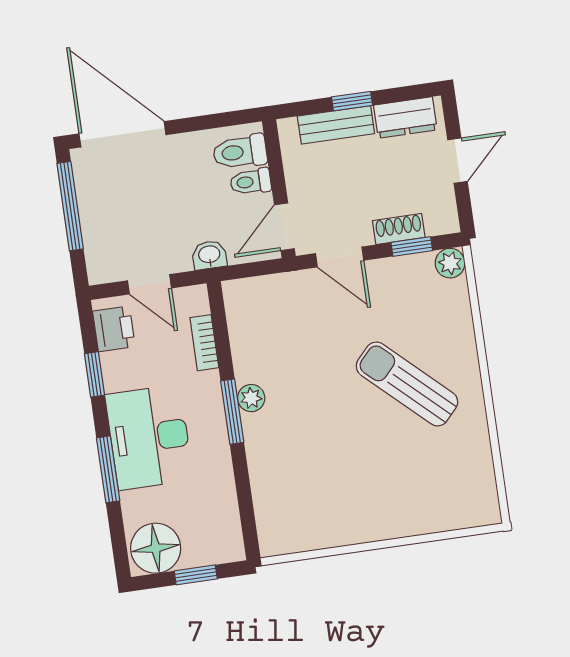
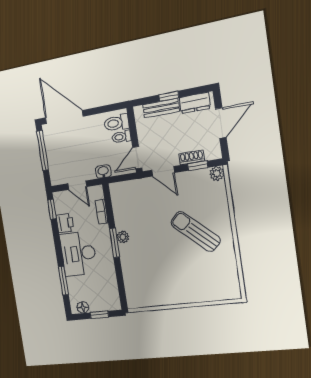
door: (458, 161) -> (221, 123), width x1.37
printer: (114, 329) -> (65, 223), moved
window: (94, 374) -> (52, 209), moved
window: (108, 469) -> (63, 281), moved
floor lamp: (156, 548) -> (83, 307), width x0.53, depth x0.53

